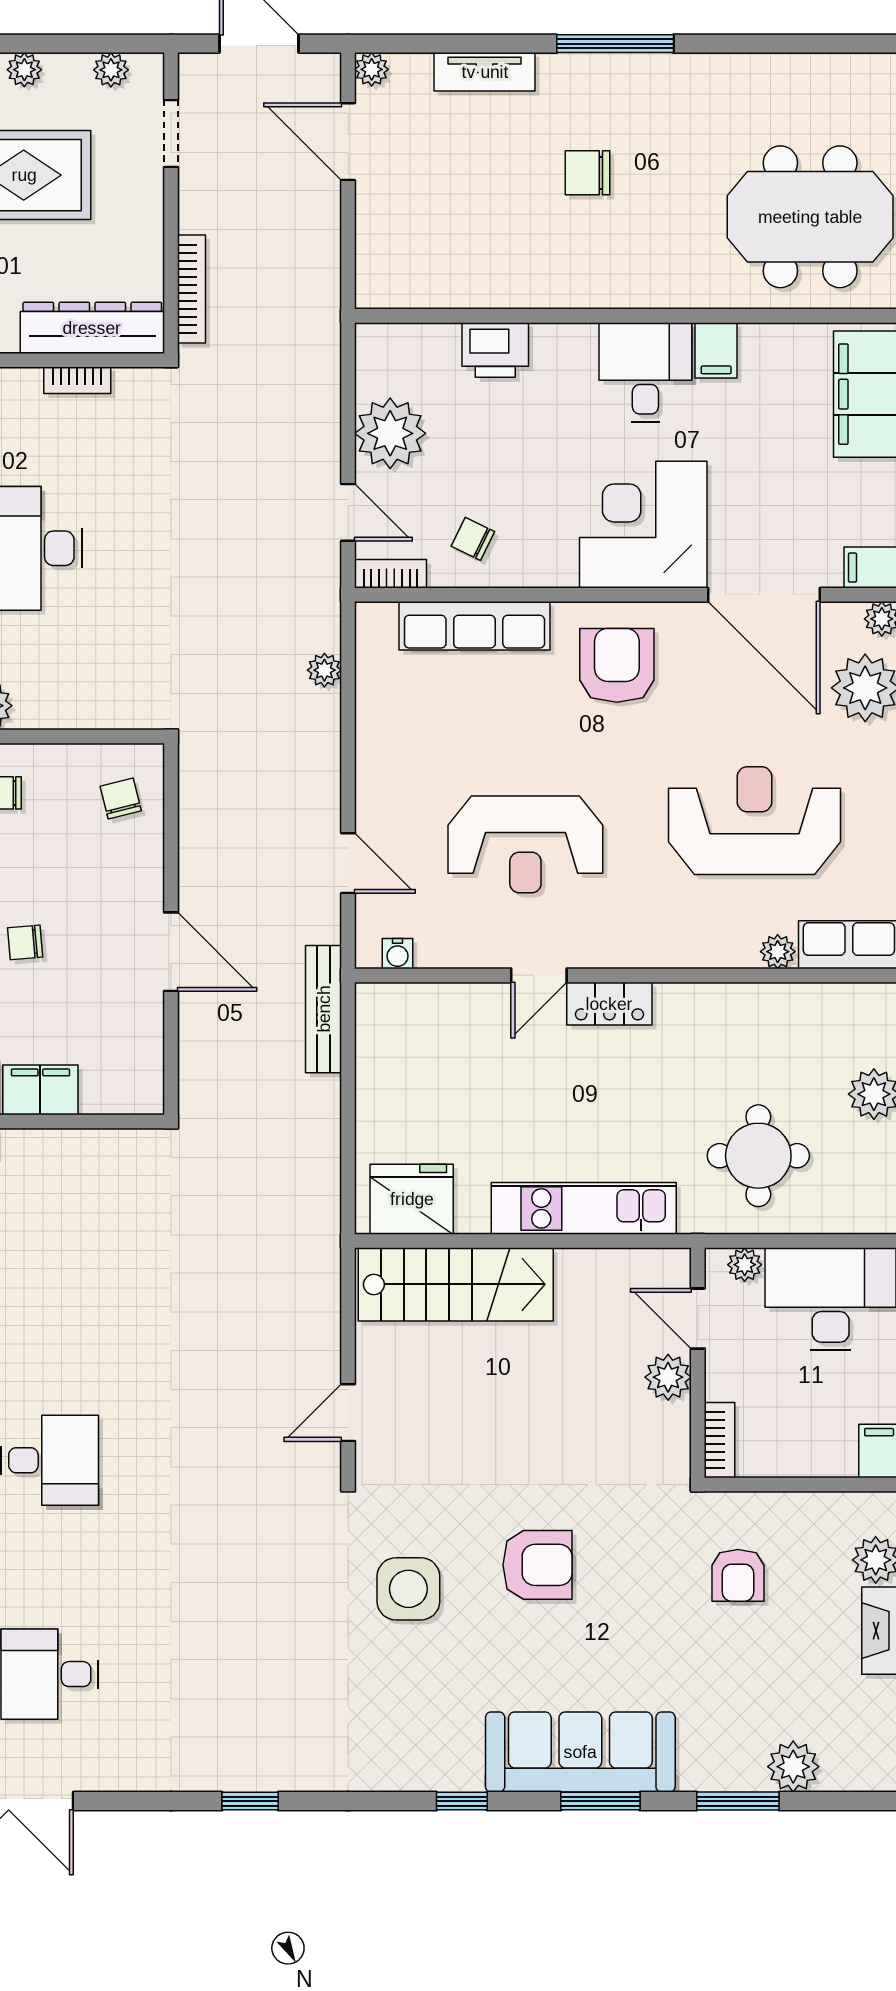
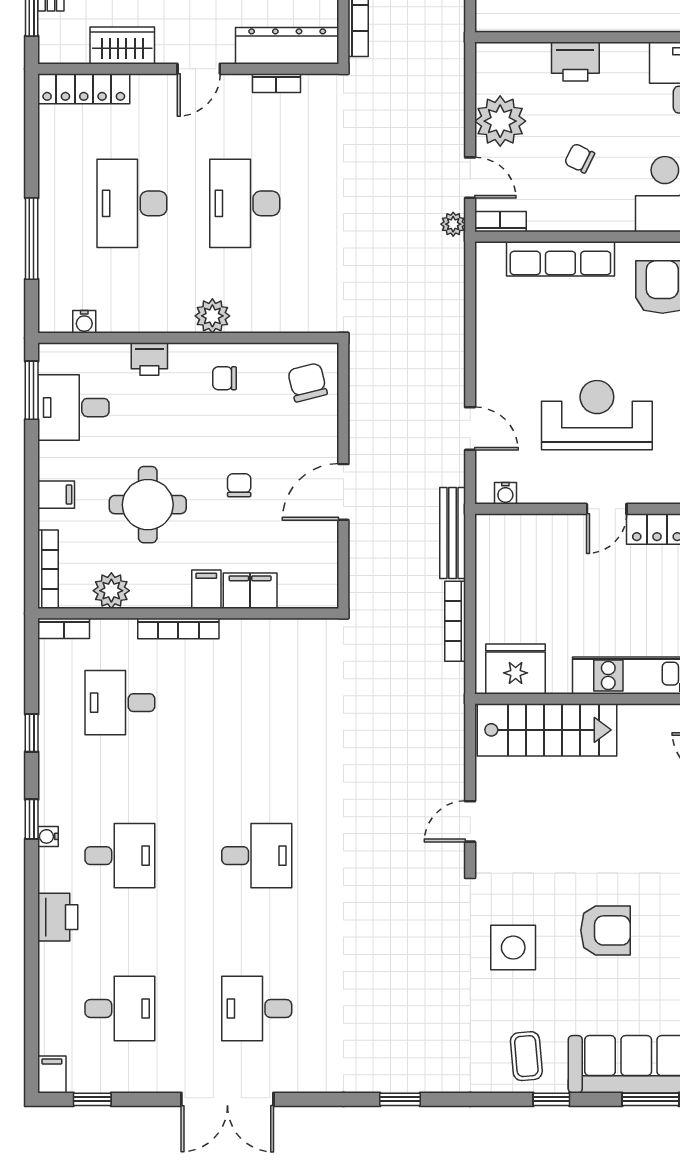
chair: (473, 539) -> (580, 158), moved
plant: (324, 670) -> (453, 224), moved
chair: (121, 799) -> (307, 382), width x1.37, depth x1.37
reception desk: (525, 844) -> (597, 415), turned 180
chair: (25, 942) -> (239, 485), turned 95
door: (171, 952) -> (343, 492), swing flipped
bookcase: (327, 1133) -> (455, 621), added
coffee table: (427, 1741) -> (526, 1056), added

